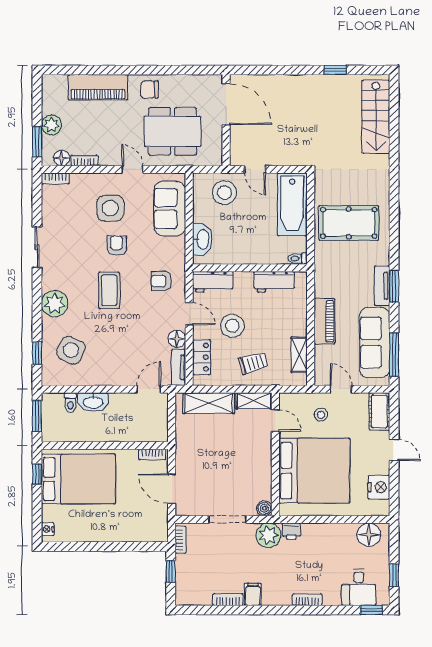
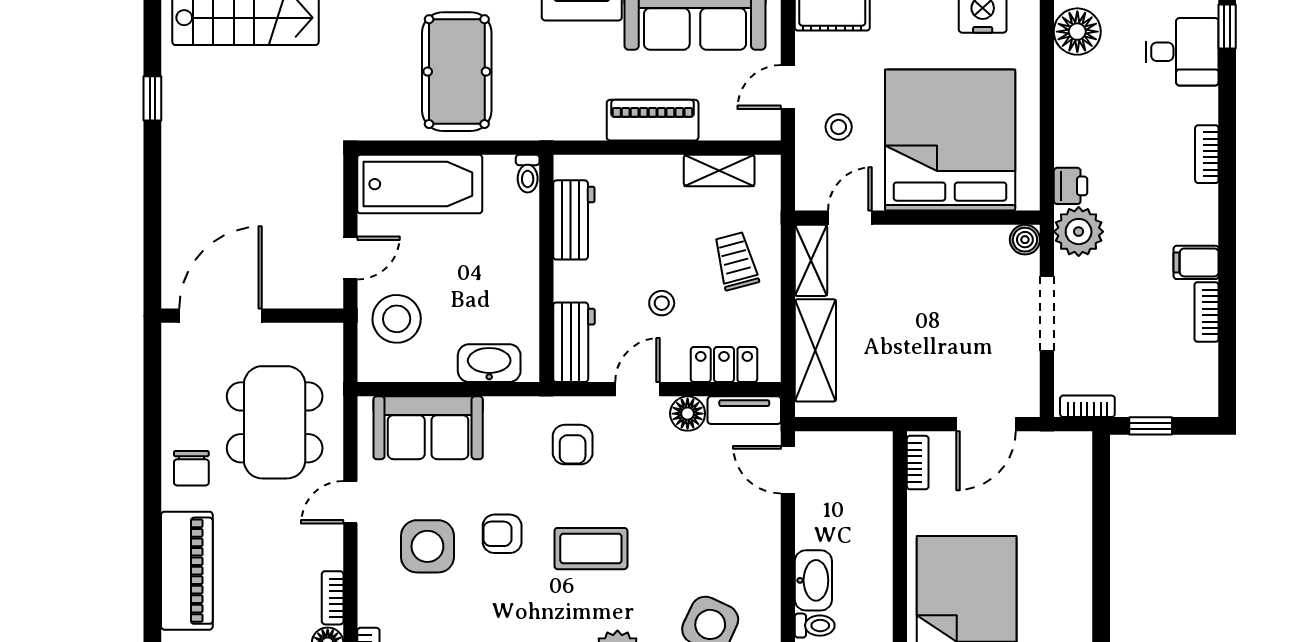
stool: (232, 326) -> (662, 303), width x0.53, depth x0.53

